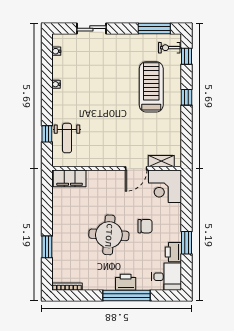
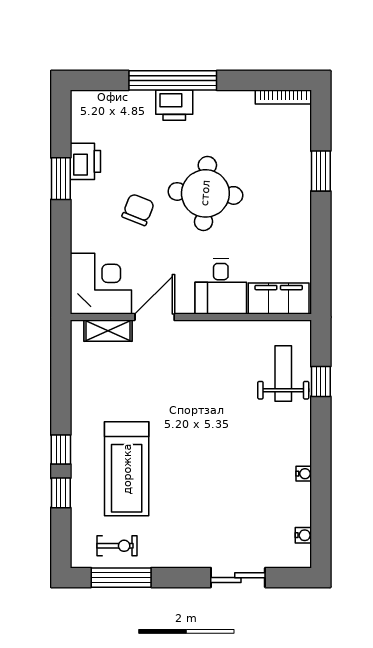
exercise bike: (169, 48) -> (117, 546), moved
window: (187, 56) -> (61, 493), moved
chair: (145, 226) -> (138, 210), turned 112
desk: (167, 277) -> (221, 287), moved, turned -90

